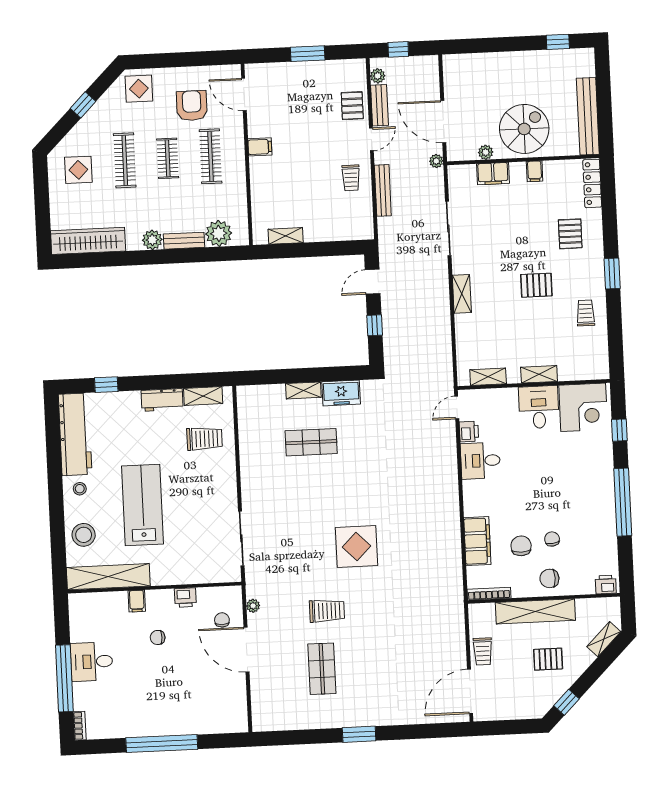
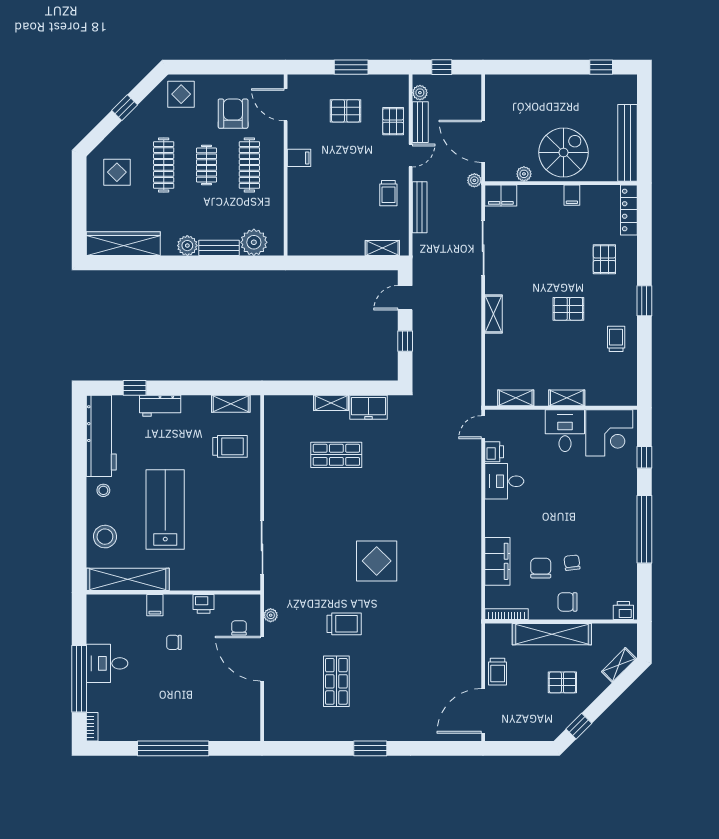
pallet: (304, 98) -> (346, 111), added
filing cabinet: (493, 174) -> (501, 195), moved
shelving: (286, 236) -> (382, 248), moved
workbench: (162, 400) -> (160, 406), moved

